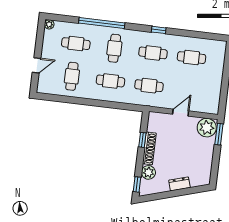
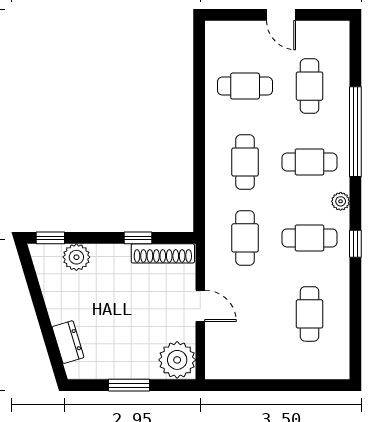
plant: (49, 24) -> (341, 201), moved
cafe table: (153, 53) -> (310, 238), turned 90
door: (37, 65) -> (281, 15), moved
window: (219, 134) -> (129, 385), moved
shoe rack: (149, 148) -> (163, 253), moved
dresser: (179, 184) -> (68, 342), moved

